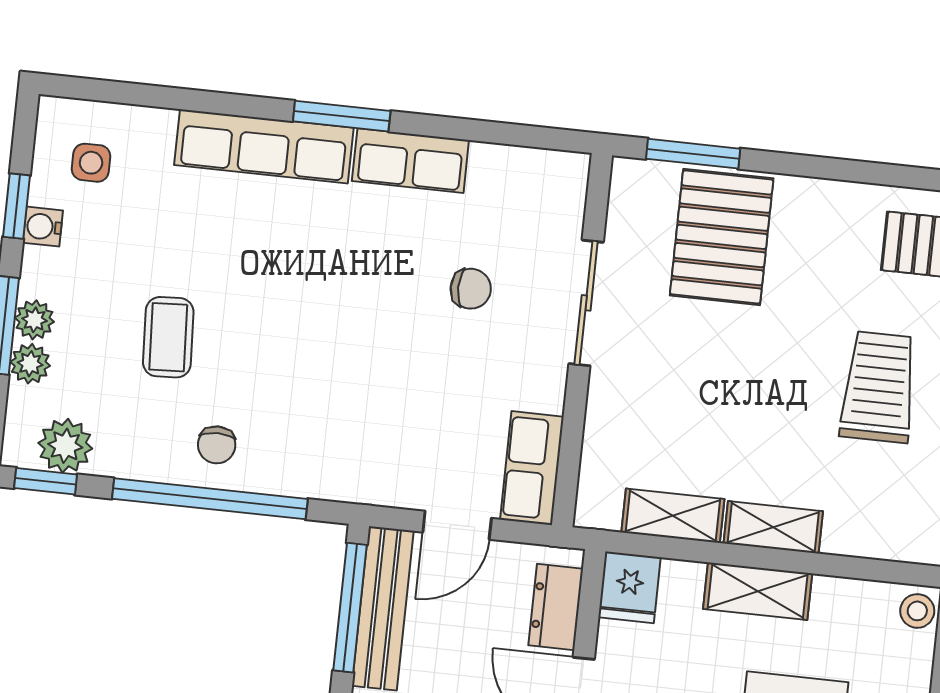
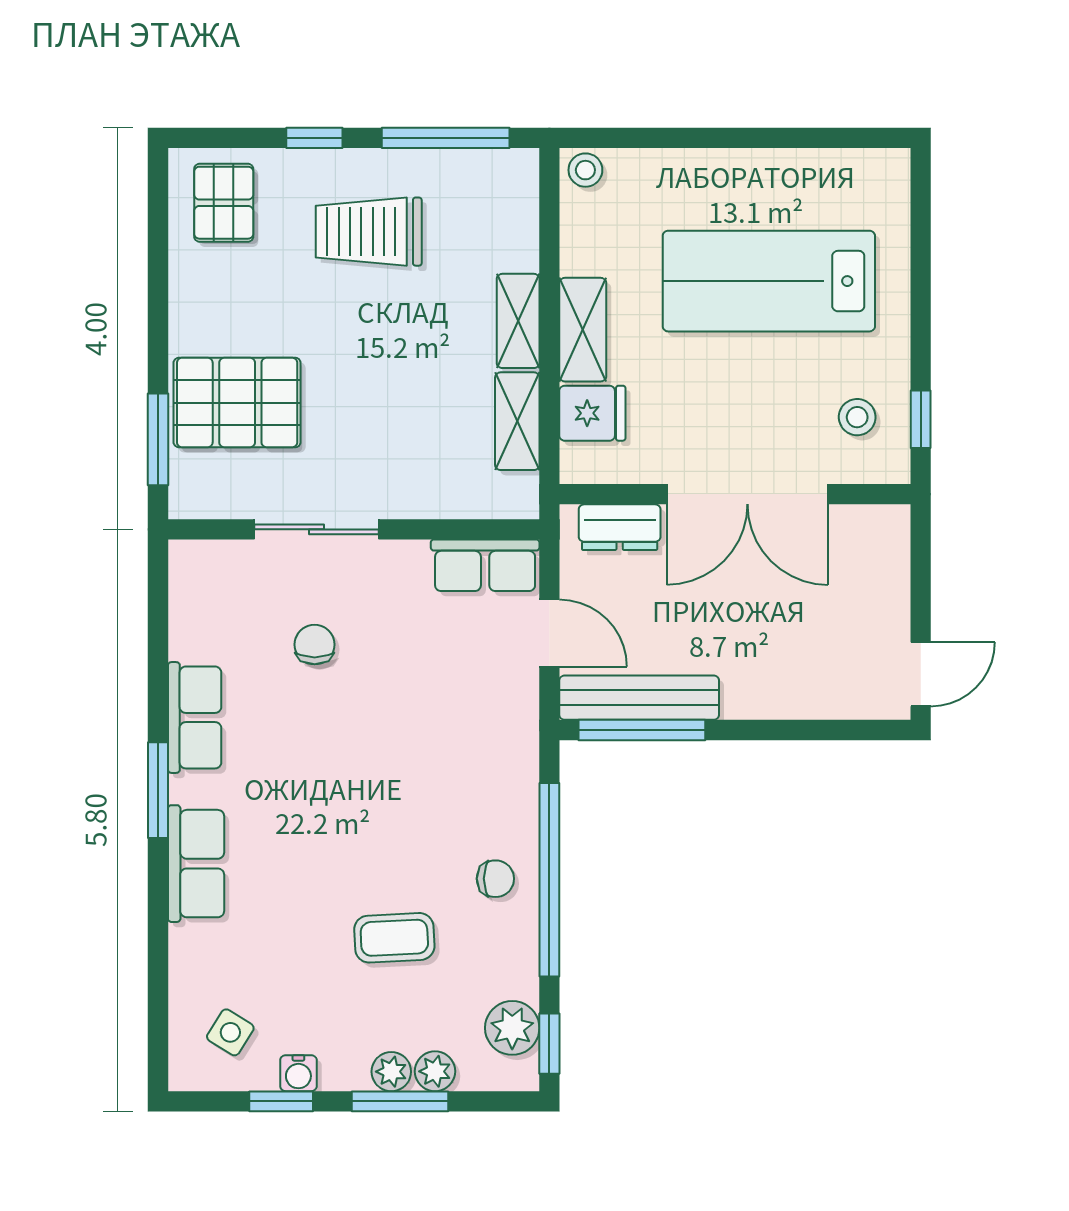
row of seats: (264, 146) -> (196, 864), width x0.68
side table: (91, 163) -> (230, 1032), turned 32
fridge: (629, 587) -> (592, 413), moved

